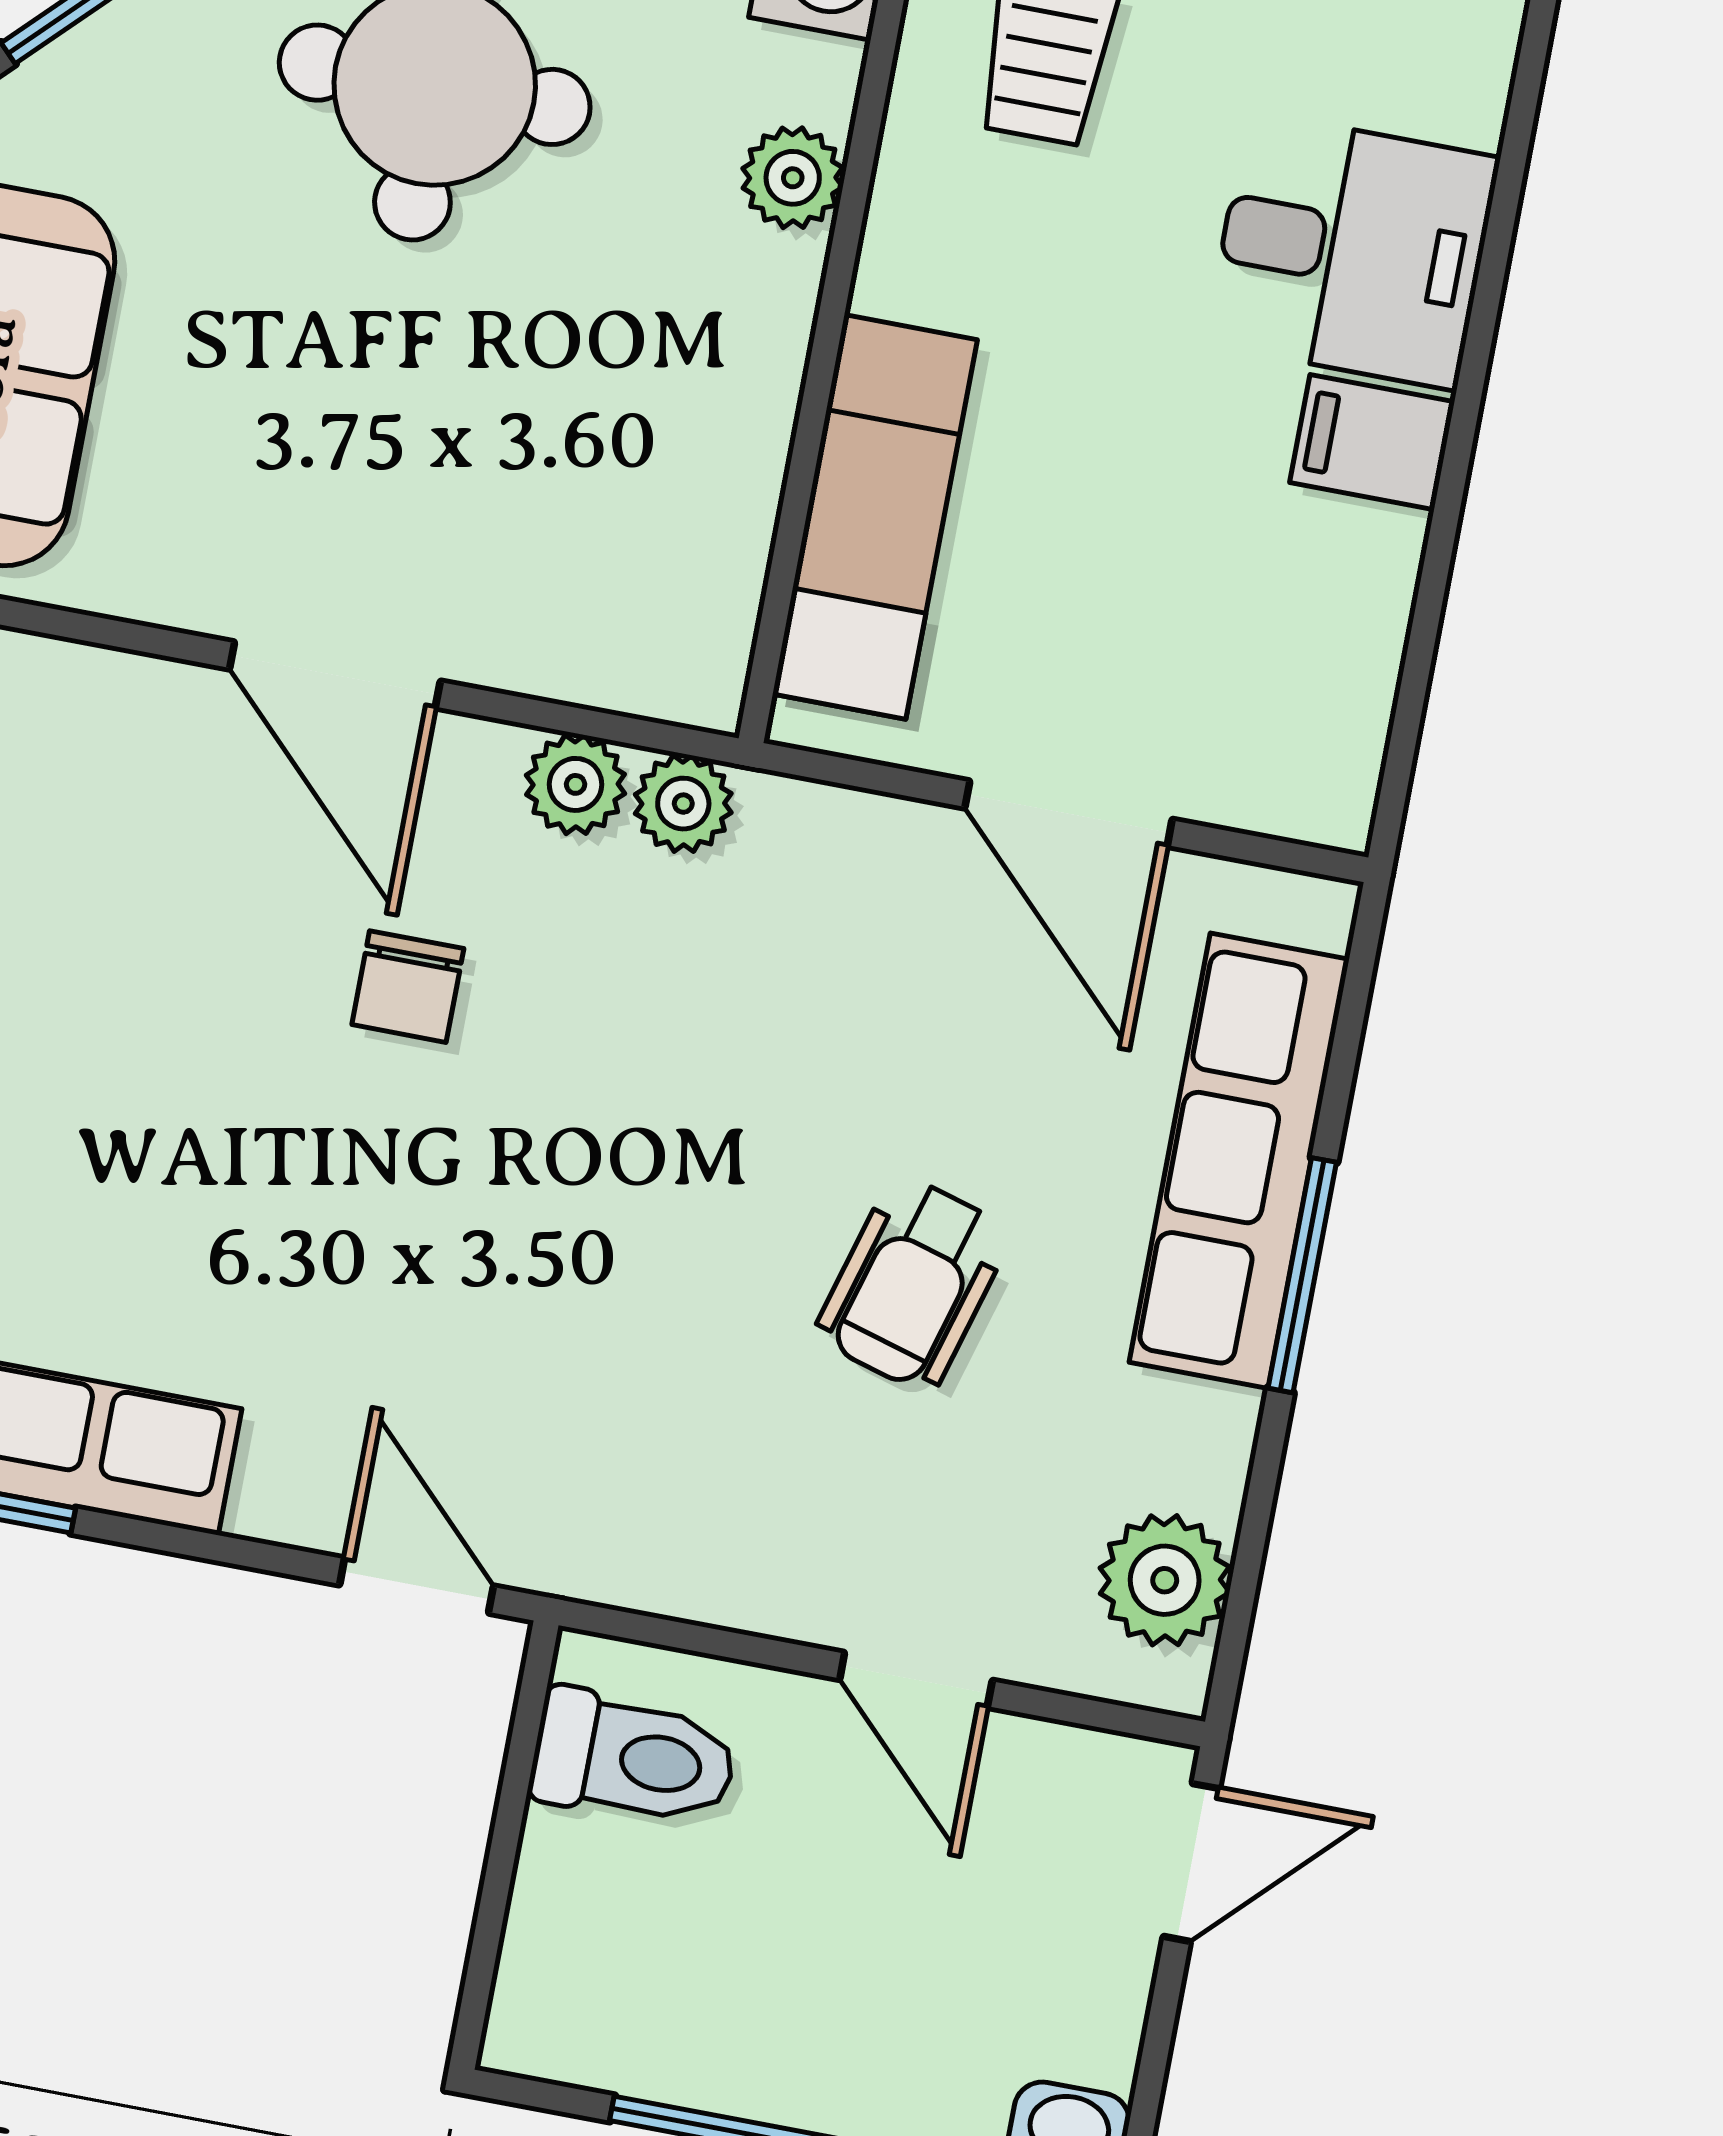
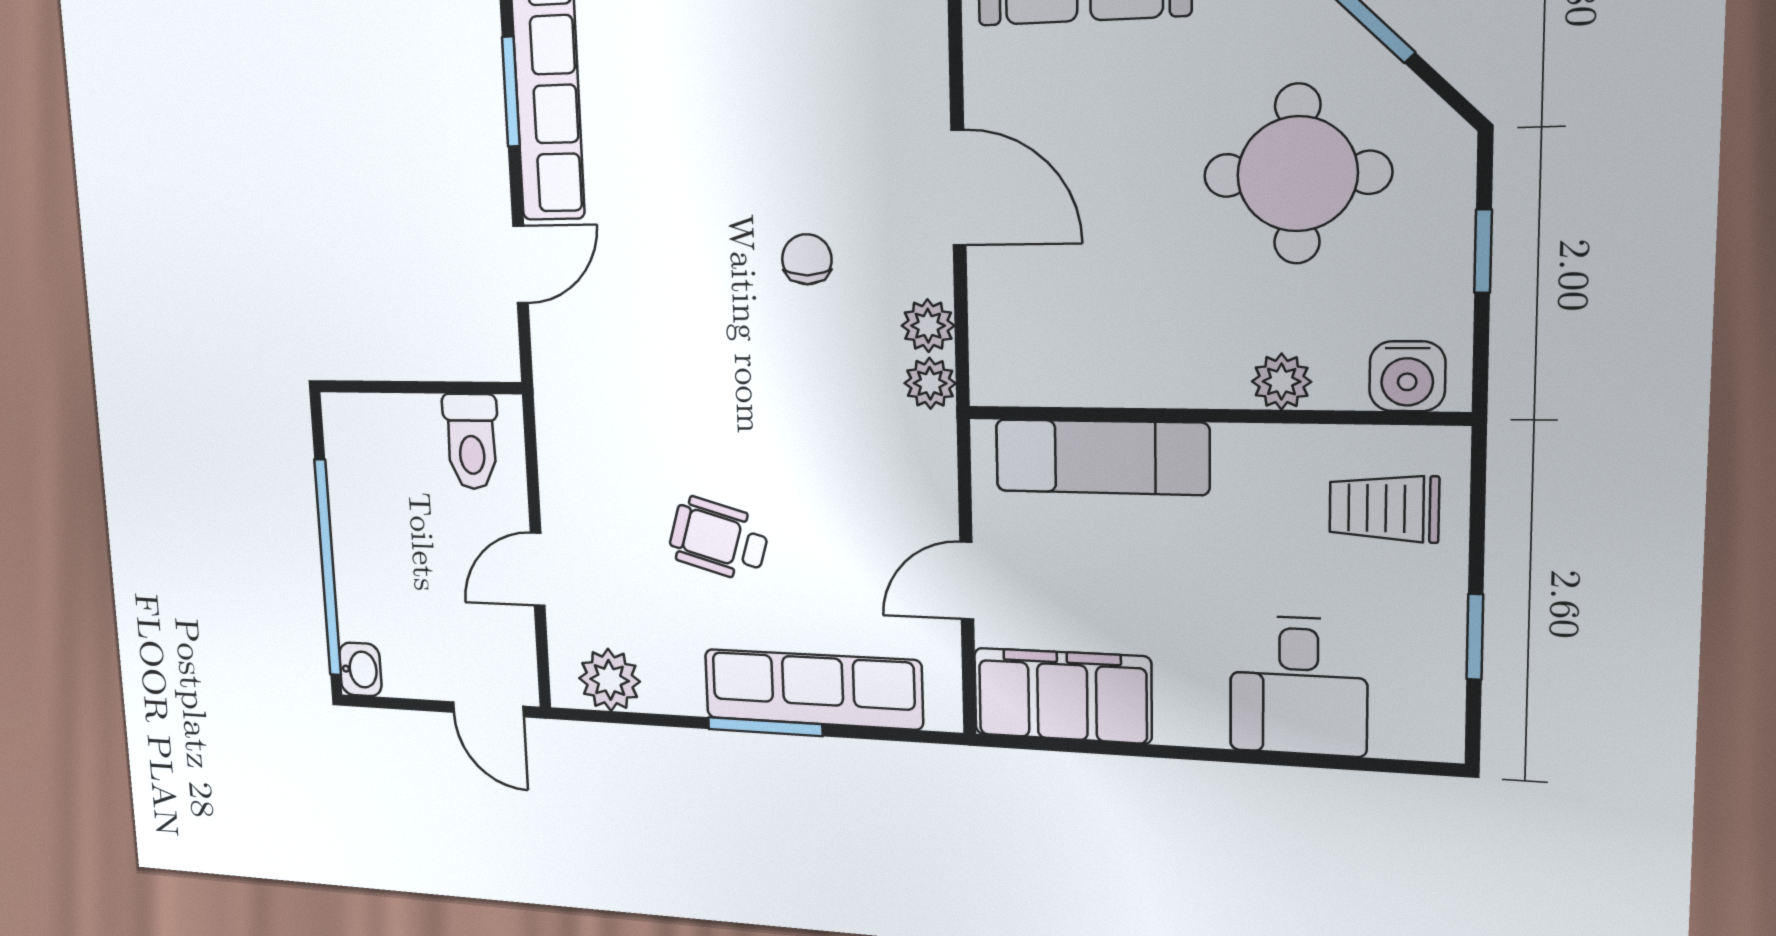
filing cabinet: (1372, 442) -> (1062, 696), moved, width x3.00, depth x1.17
door: (335, 675) -> (958, 188), swing flipped
door: (1068, 814) -> (967, 581), width x0.73
chair: (408, 987) -> (807, 259), turned 90
door: (417, 1586) -> (520, 264), moved

